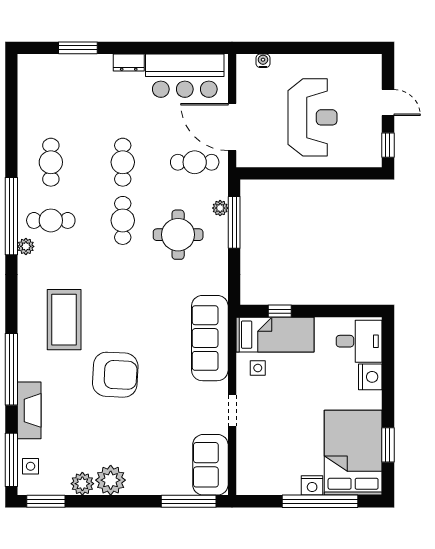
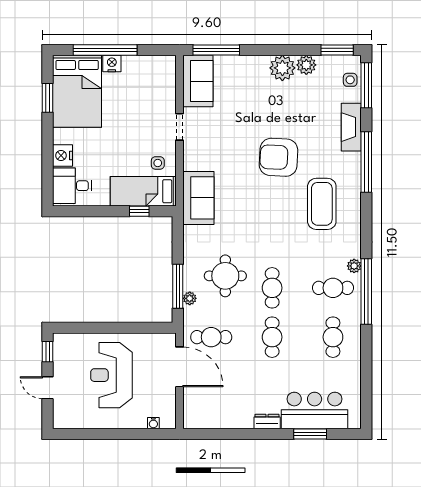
bar counter: (185, 76) -> (315, 410), moved
sofa: (210, 338) -> (198, 198), width x0.73

